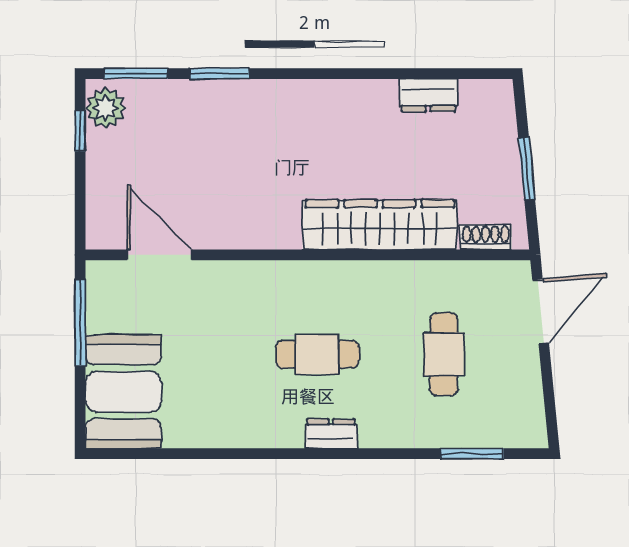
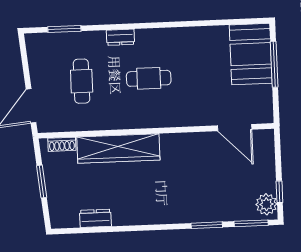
window: (80, 323) -> (274, 64), moved
dresser: (331, 434) -> (120, 37), moved

